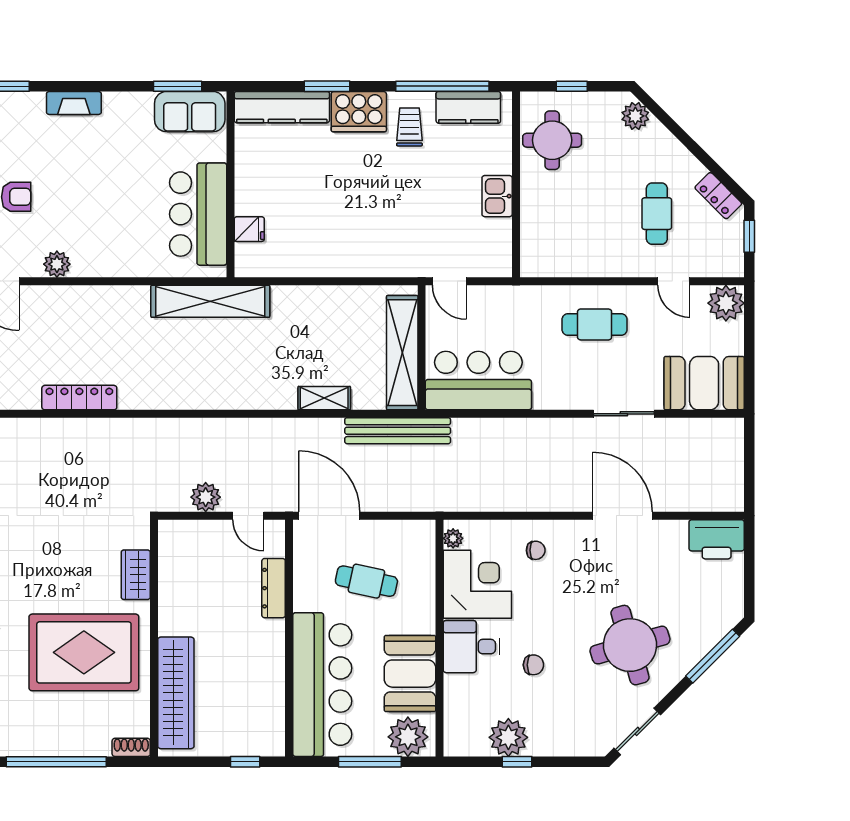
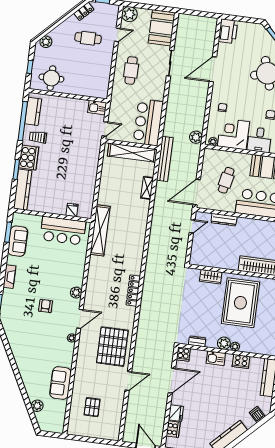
sofa: (190, 112) -> (18, 241), moved
kitchen sink: (497, 196) -> (97, 108), moved
plant: (206, 497) -> (196, 137), moved

